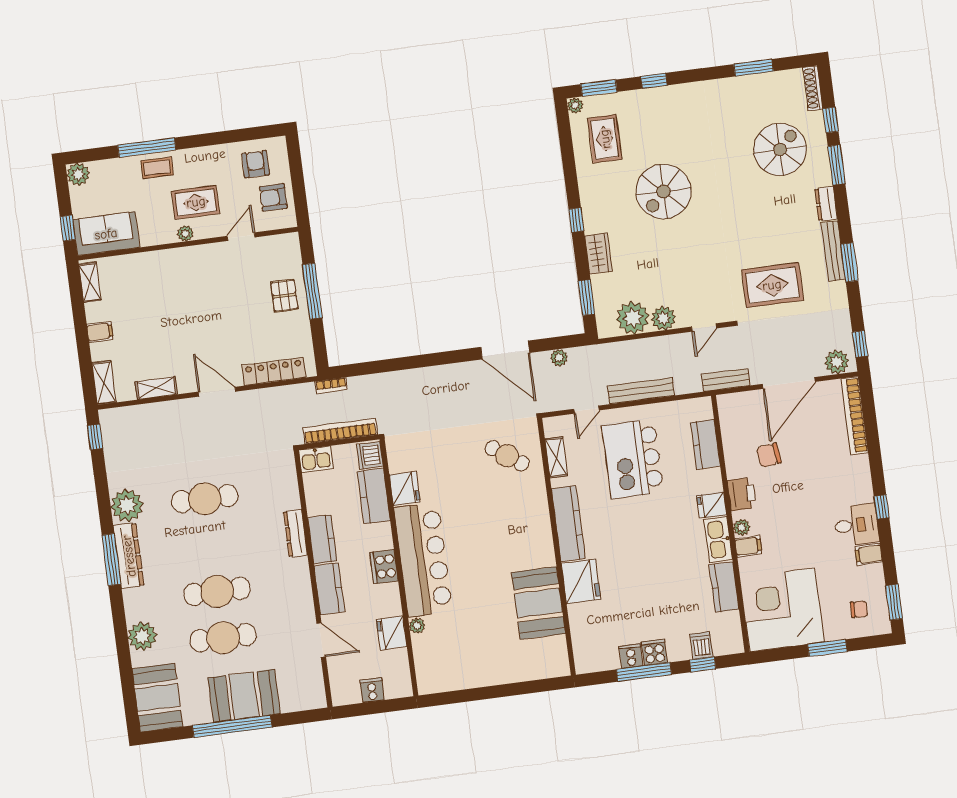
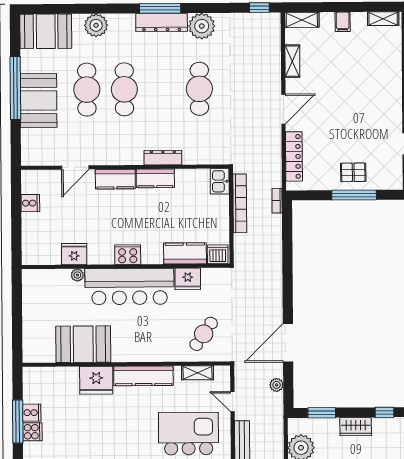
dishwasher: (370, 455) -> (218, 254), moved
fridge: (405, 489) -> (188, 279), moved
kitchen counter: (374, 496) -> (185, 253), moved
bar counter: (423, 560) -> (129, 287), moved
cooker: (384, 567) -> (128, 255), moved
wall: (399, 567) -> (126, 266), moved
plant: (417, 626) -> (77, 275), moved
fridge: (392, 633) -> (74, 254), moved

